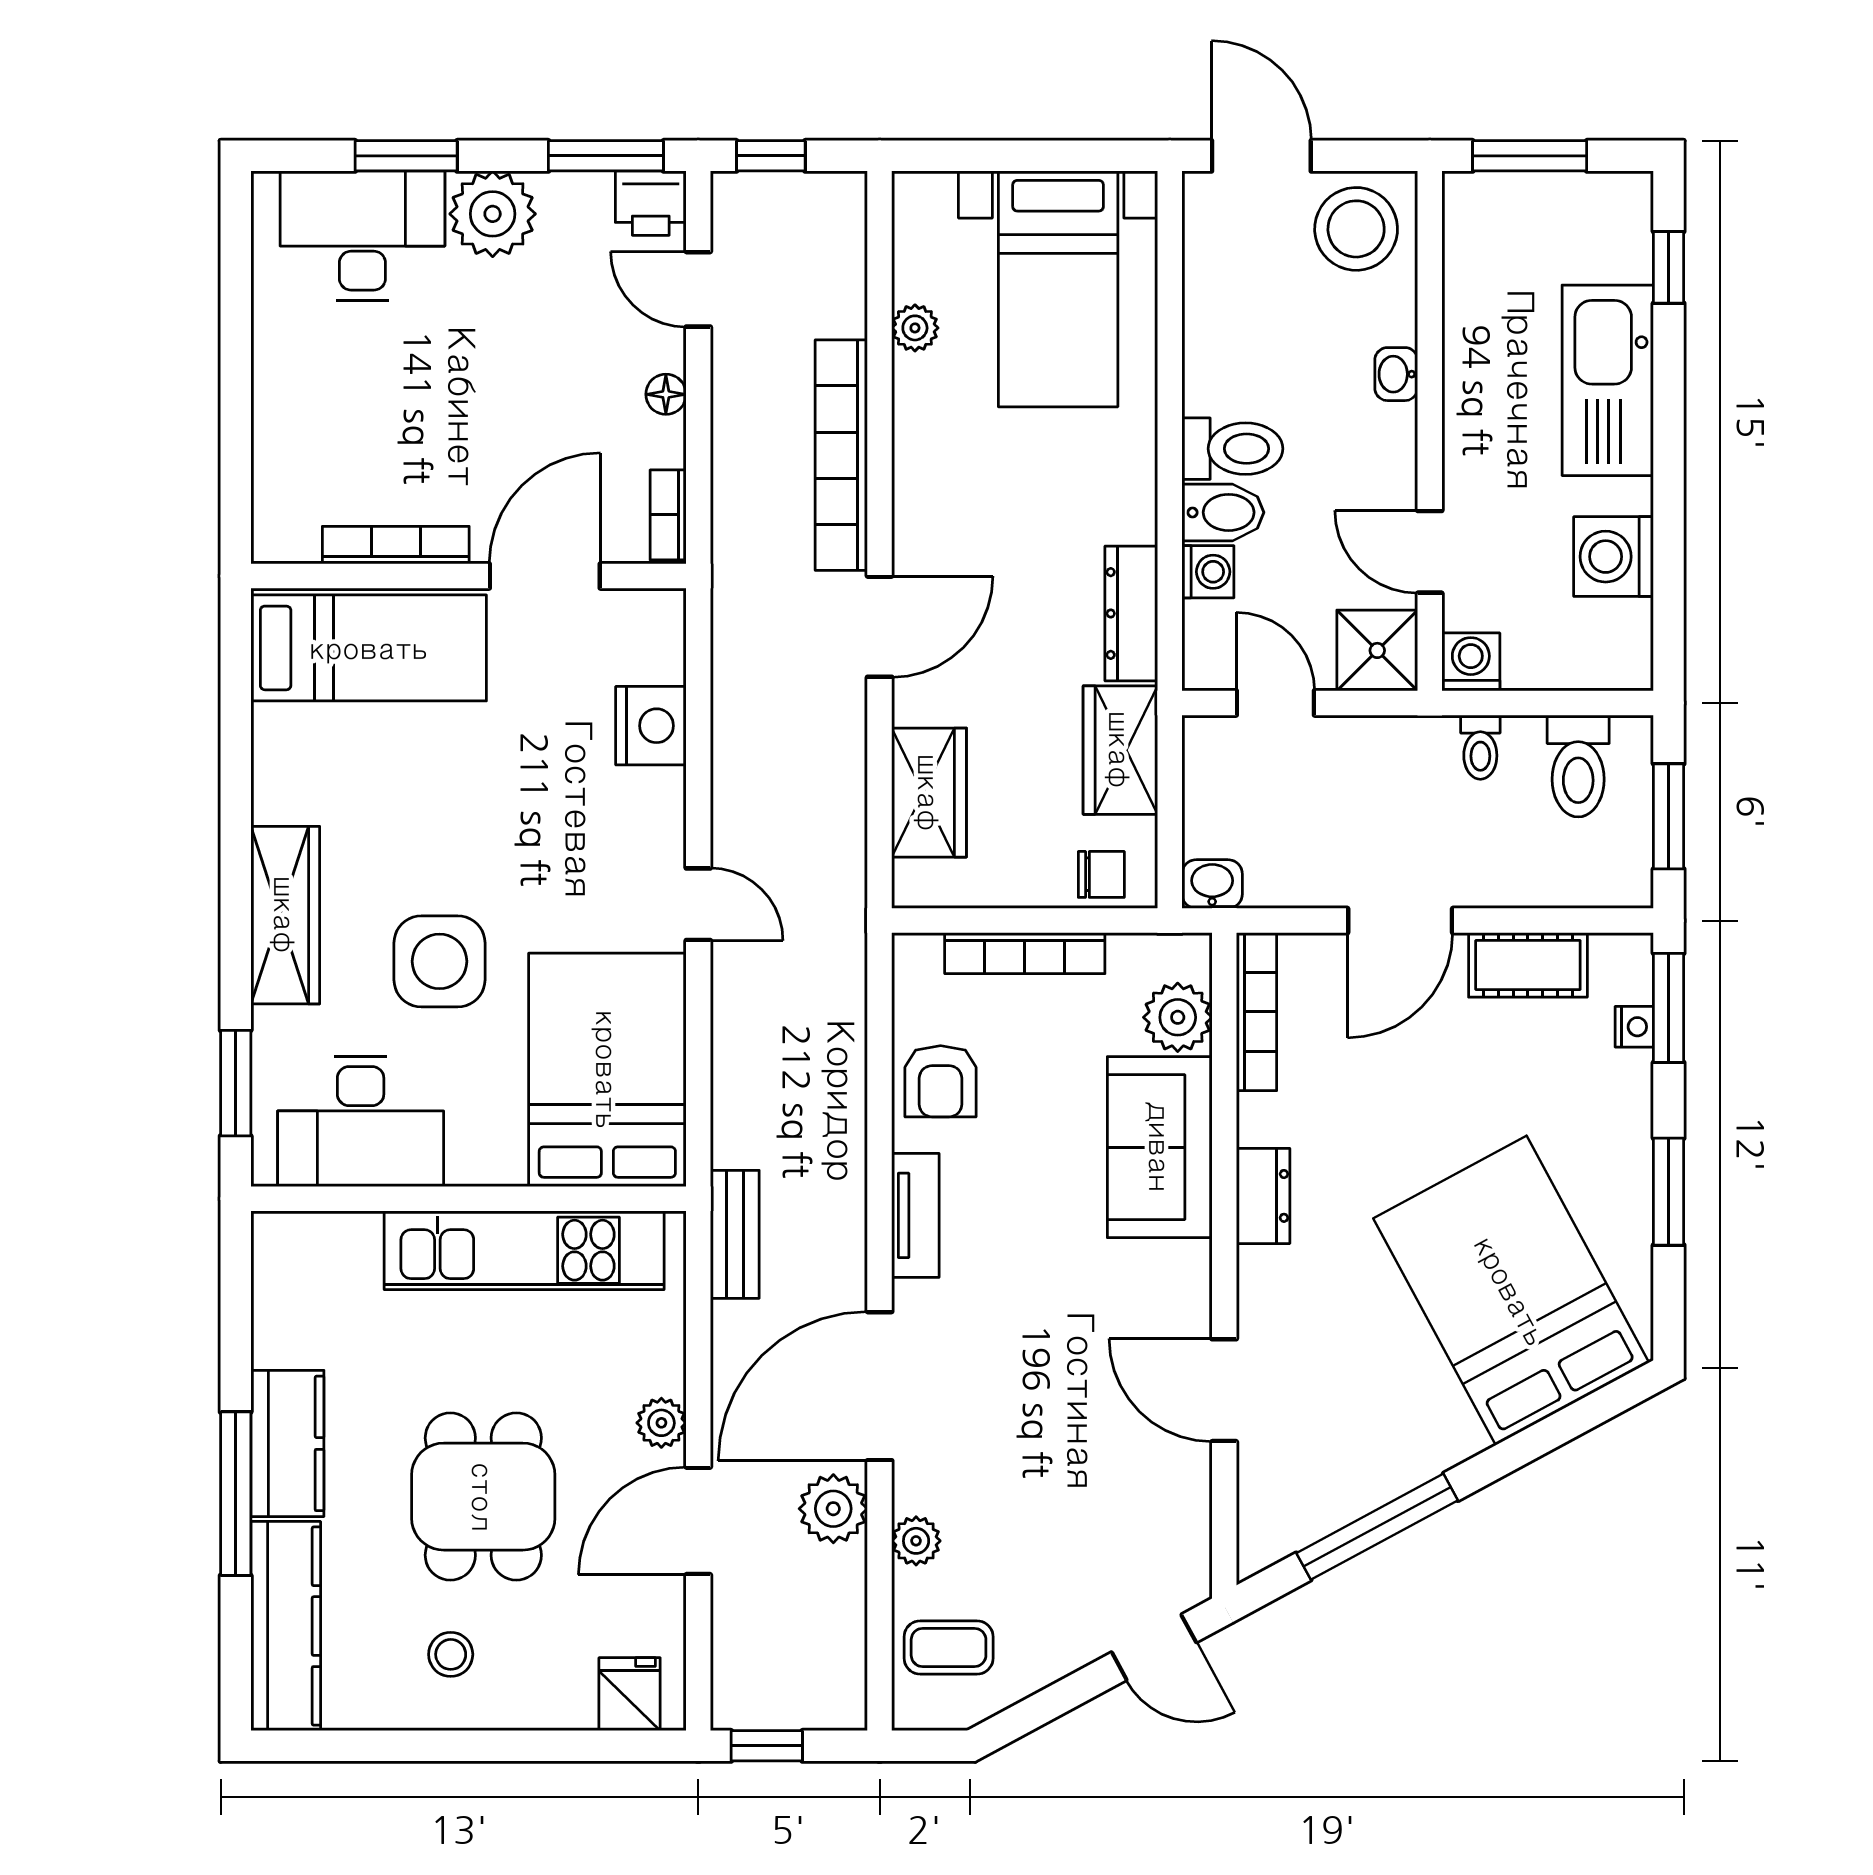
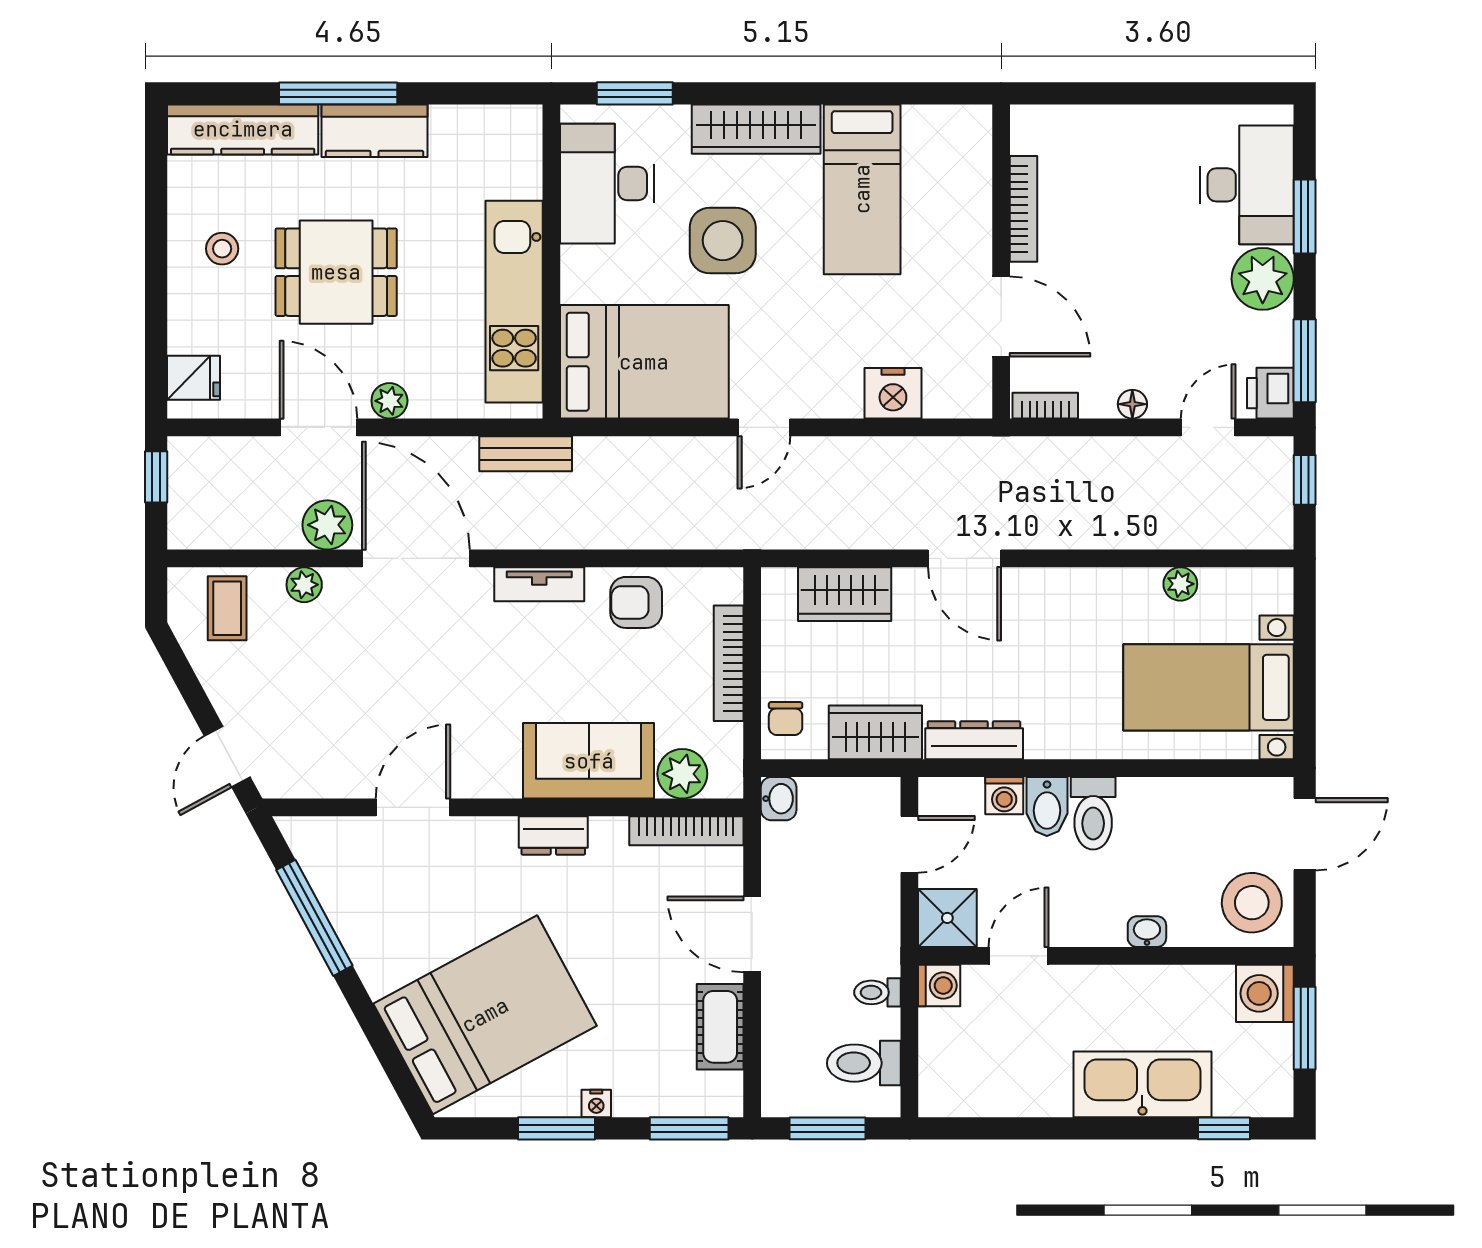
bookcase: (841, 455) -> (1088, 531), removed
washing machine: (1614, 557) -> (1265, 993), moved, turned -90
bed: (369, 648) -> (862, 189), moved
nightstand: (1634, 1027) -> (596, 1104), moved

